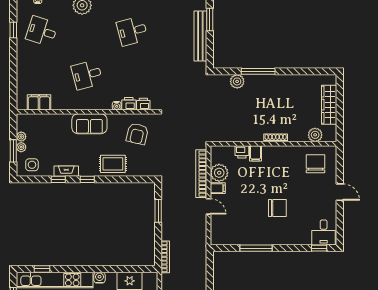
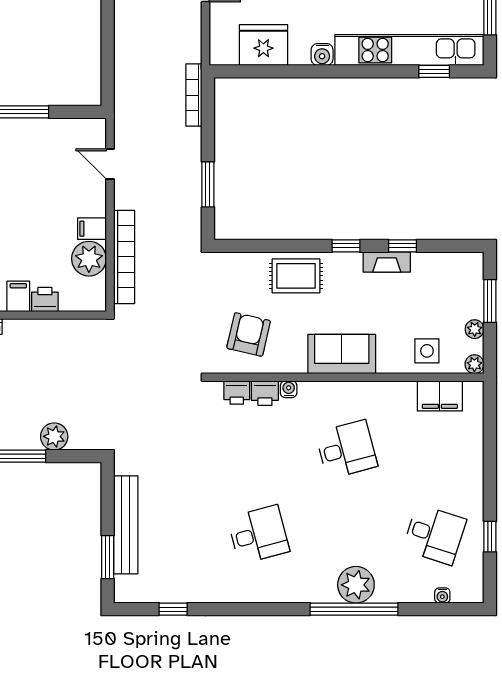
plant: (21, 147) -> (474, 364), moved
side table: (32, 165) -> (427, 351), moved
door: (208, 206) -> (110, 164), moved

